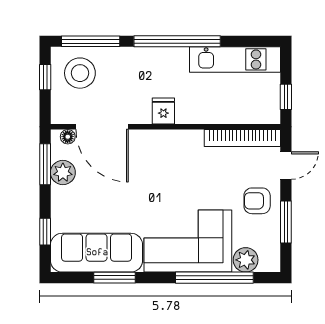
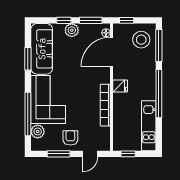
window: (45, 77) -> (127, 20), moved
bookcase: (242, 138) -> (105, 105), moved
door: (286, 166) -> (90, 154), hinge flipped
plant: (63, 172) -> (72, 30), moved
window: (45, 232) -> (64, 20), moved

